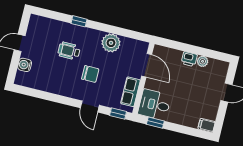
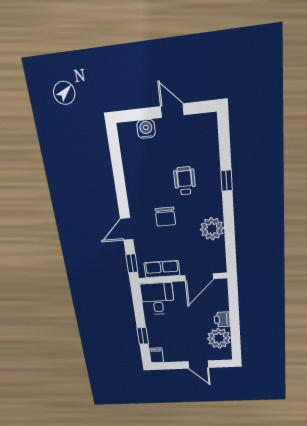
plant: (203, 61) -> (219, 338), width x1.87, depth x1.87
window: (155, 123) -> (143, 336), moved

